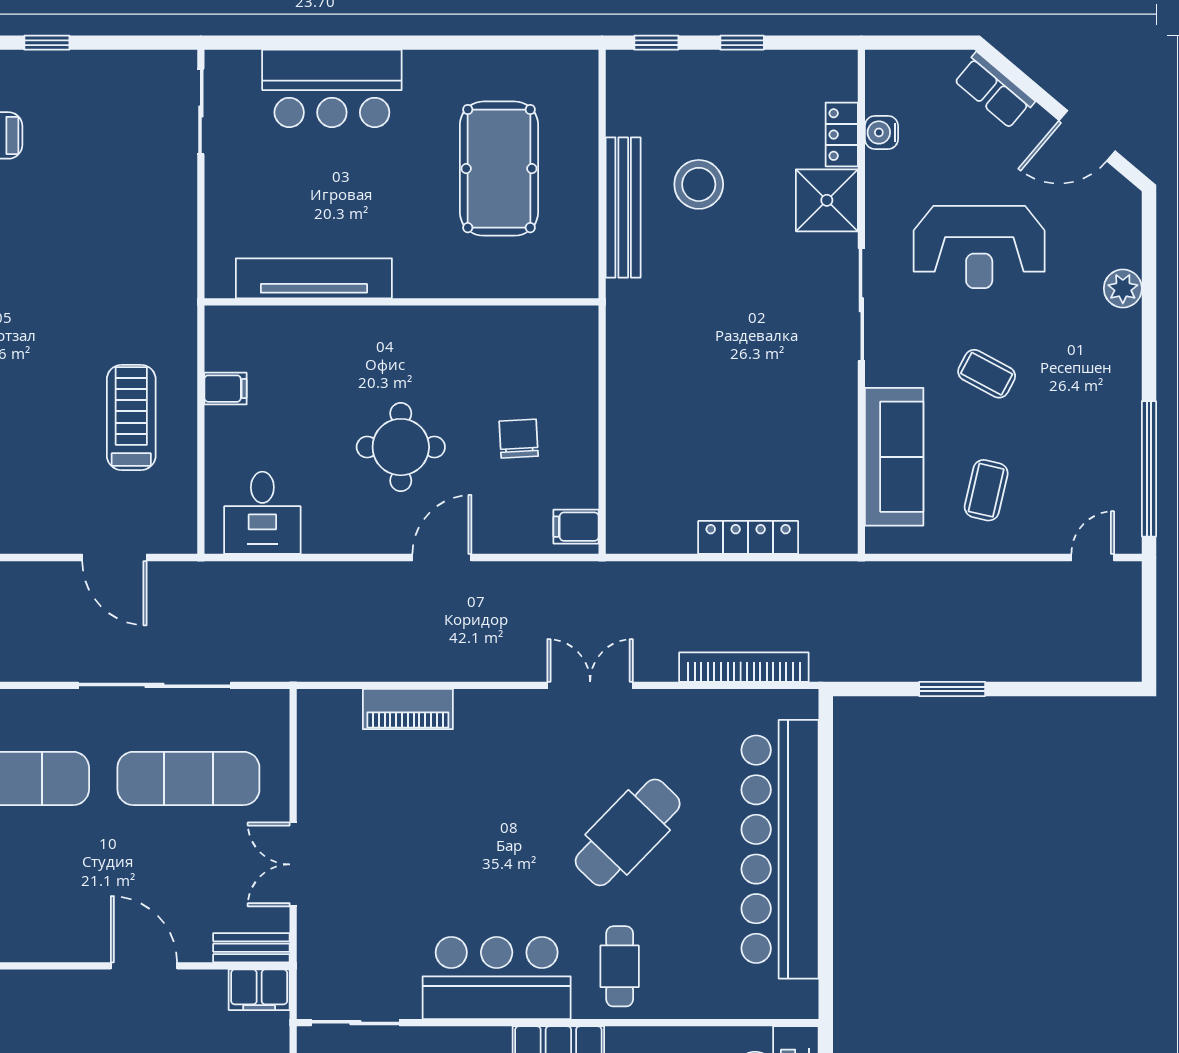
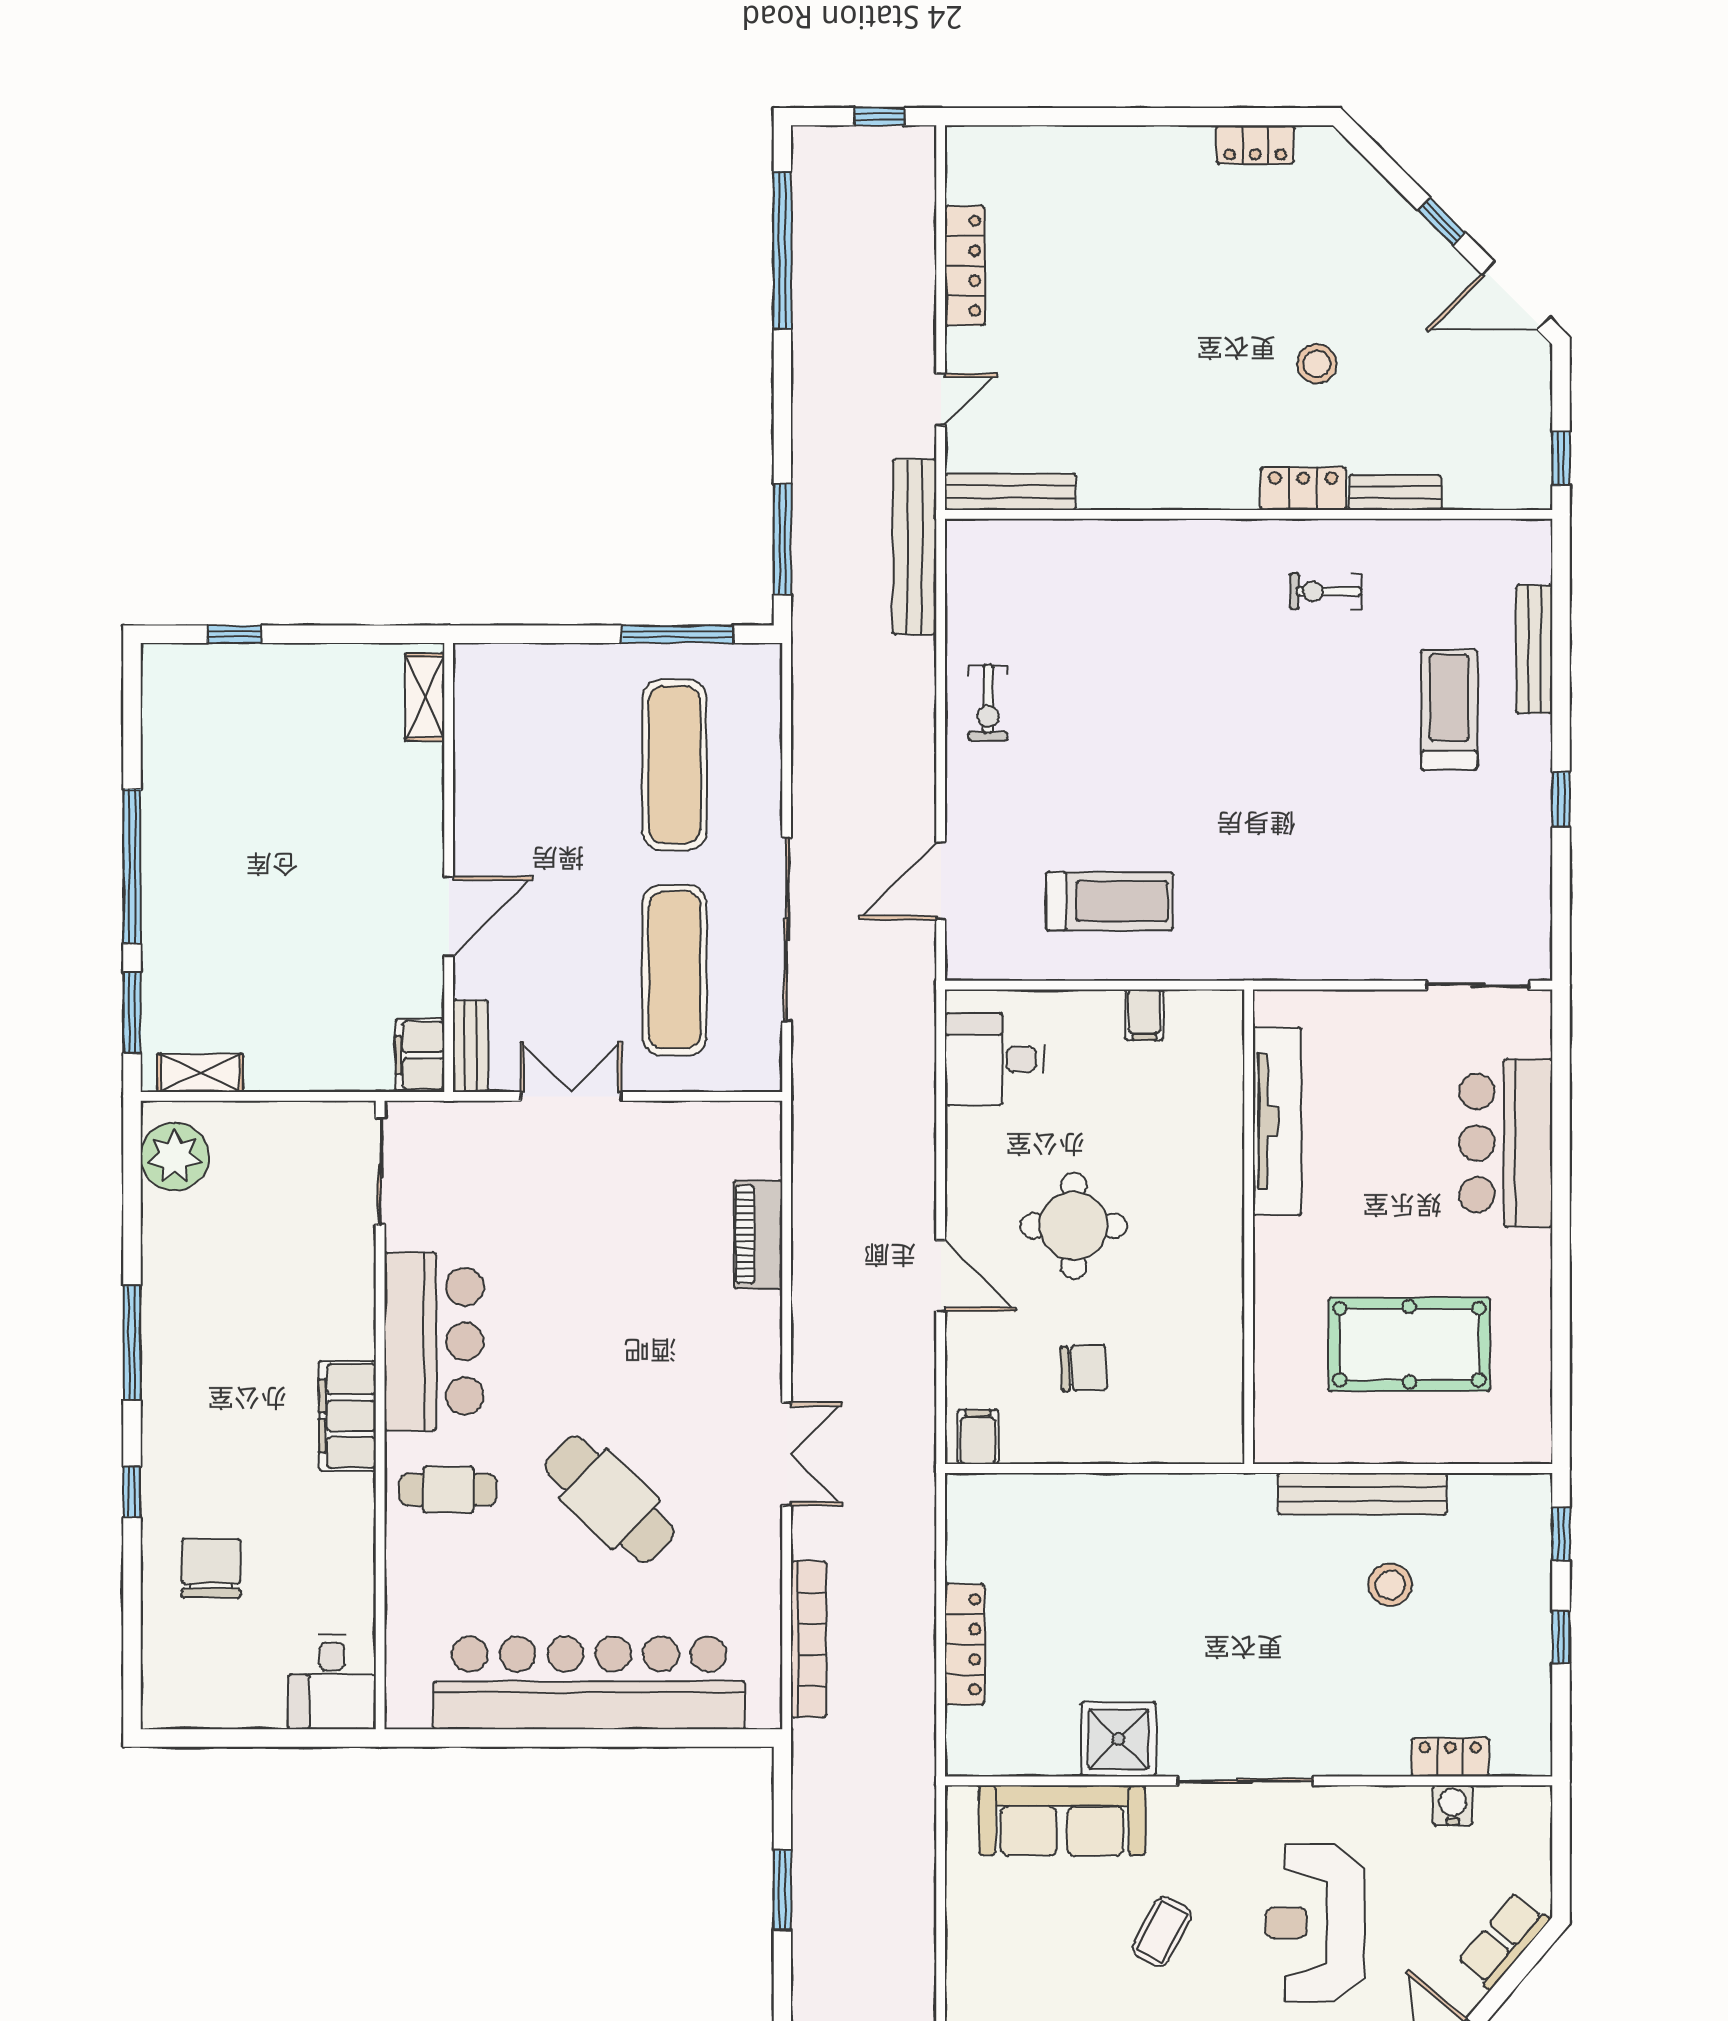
stool: (699, 184) -> (1390, 1585), width x0.73, depth x0.73
shower: (827, 200) -> (1119, 1739), moved
coffee table: (986, 490) -> (1022, 1931), removed

